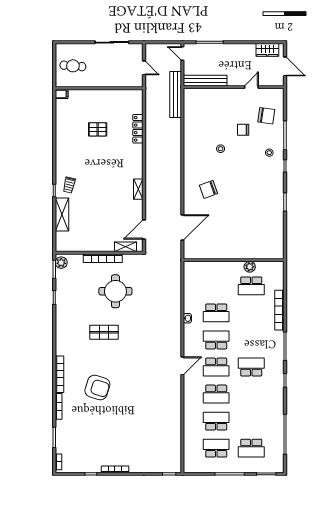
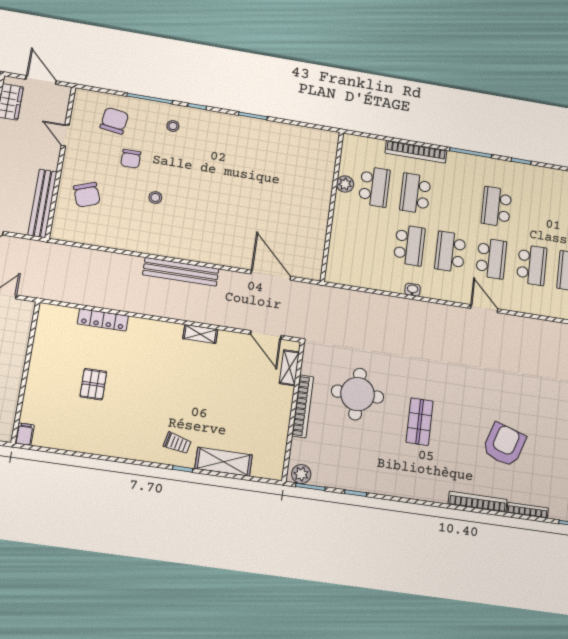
door: (285, 66) -> (41, 80), hinge flipped
bench: (176, 94) -> (181, 272), moved
chair: (209, 189) -> (87, 195), moved
school desk: (251, 313) -> (415, 193), added

